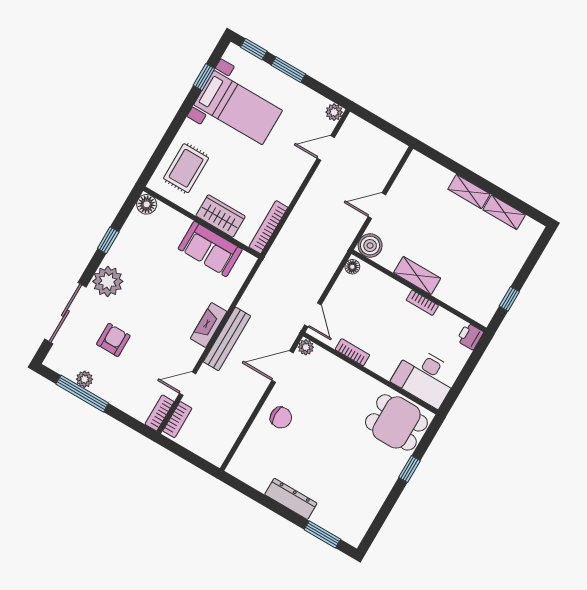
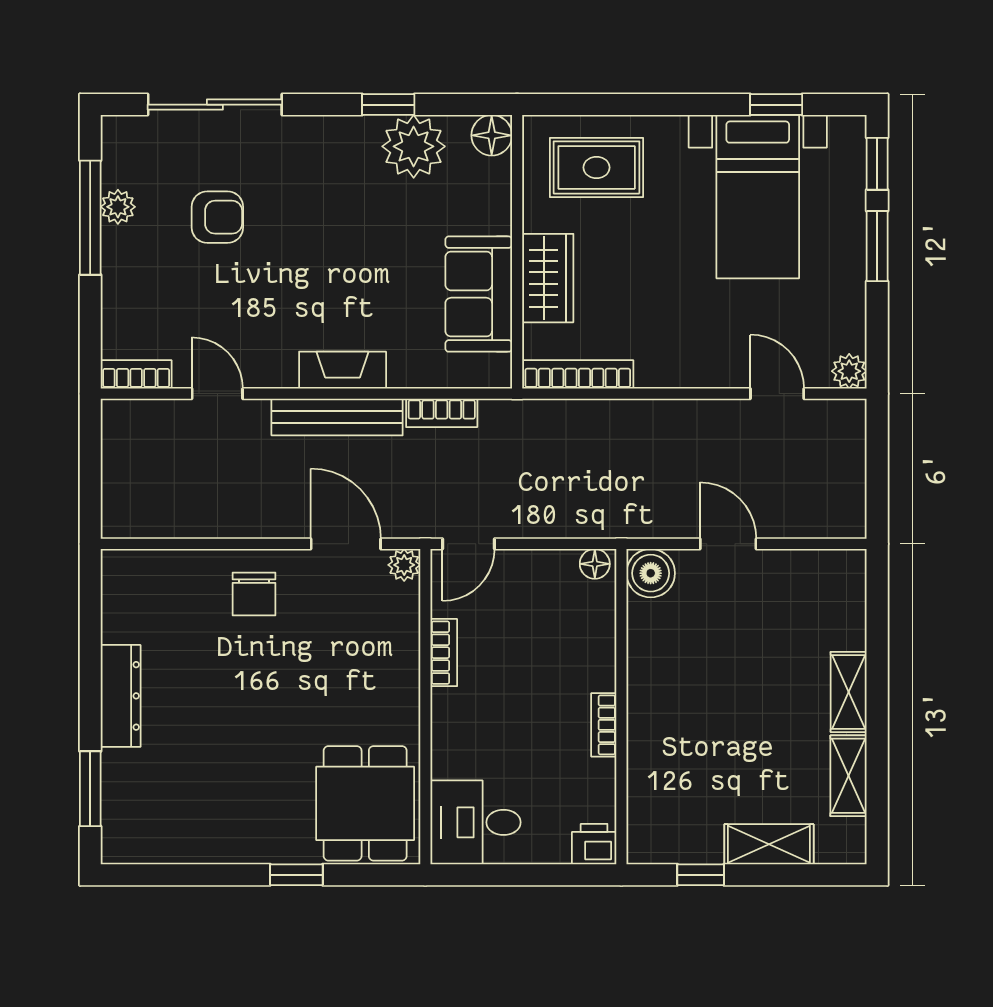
shelving: (417, 276) -> (769, 844), moved, turned 90
plant: (108, 281) -> (414, 146), moved
desk: (425, 377) -> (475, 822), width x0.73
bookcase: (177, 420) -> (442, 413), moved

